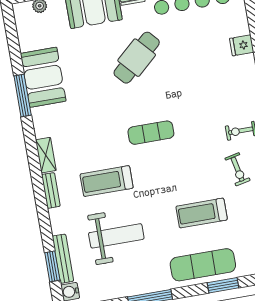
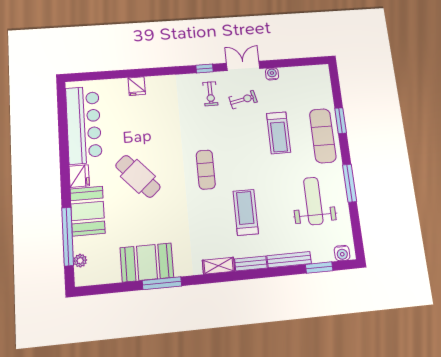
treadmill: (107, 181) -> (246, 212), turned 180
weight bench: (116, 236) -> (313, 201), moved
bench: (63, 259) -> (289, 260), moved

